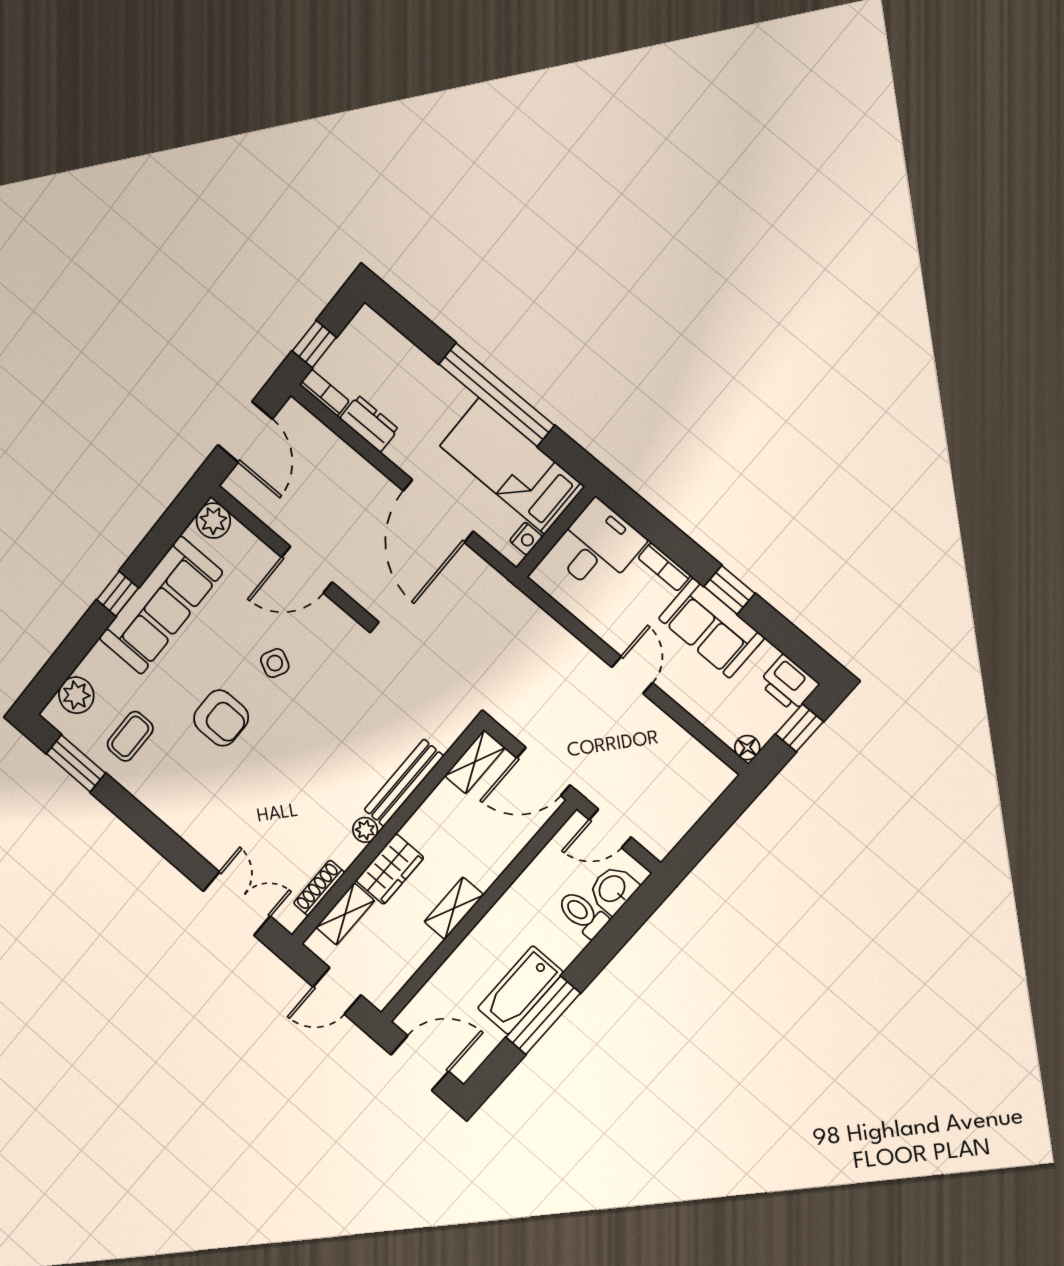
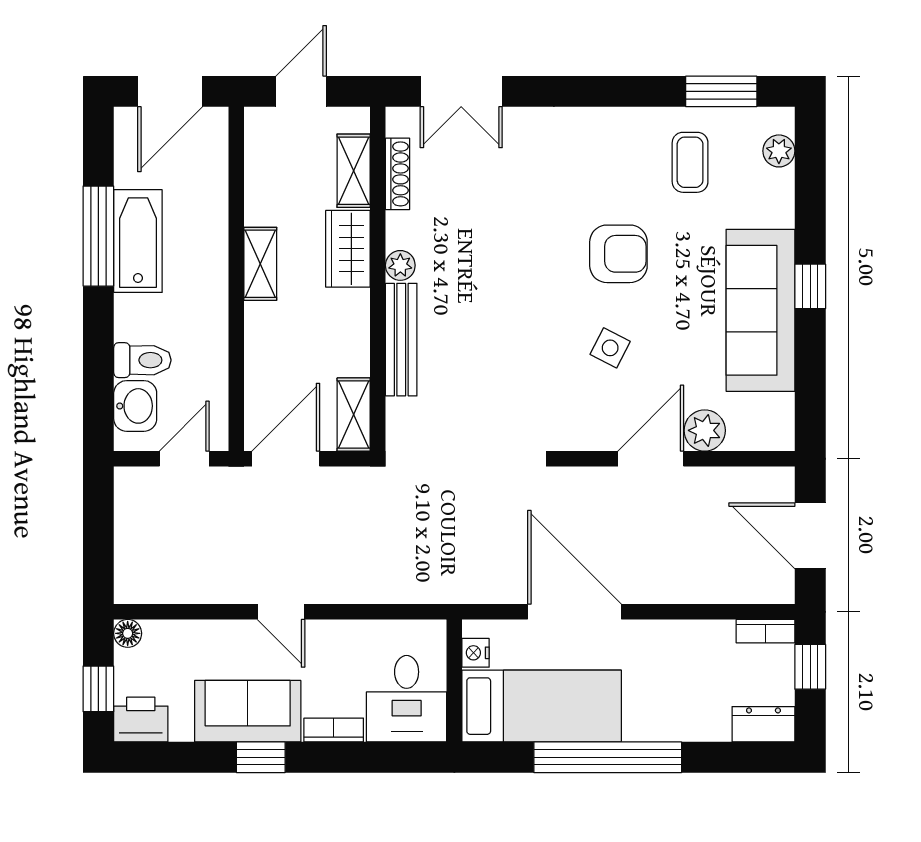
dresser: (369, 424) -> (763, 724), moved, turned 180
plant: (213, 521) -> (705, 430), moved
plant: (76, 695) -> (779, 151), width x0.73, depth x0.73
armchair: (221, 718) -> (618, 254), turned 180

